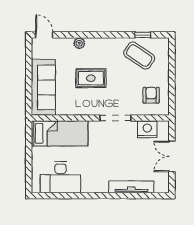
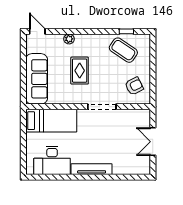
rug: (91, 78) -> (80, 71), turned 90
armchair: (151, 95) -> (134, 86), turned 63
nightstand: (147, 129) -> (131, 117), removed
tv unit: (131, 187) -> (92, 169), moved

